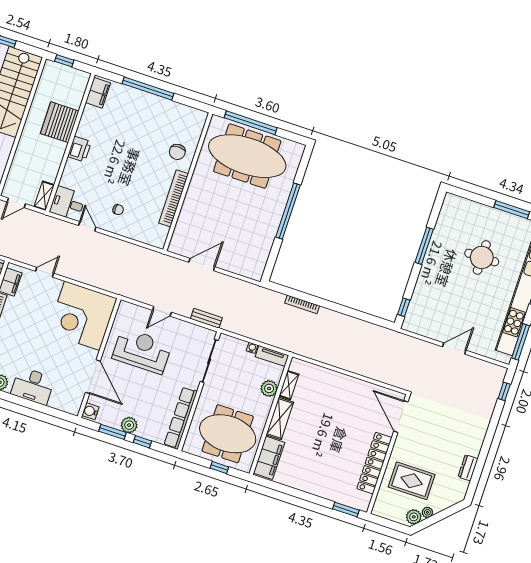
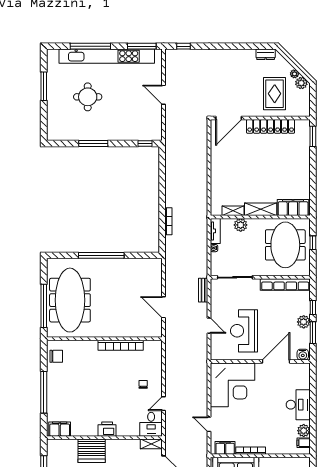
chair: (177, 152) -> (56, 356), moved
dresser: (468, 468) -> (266, 54), moved

